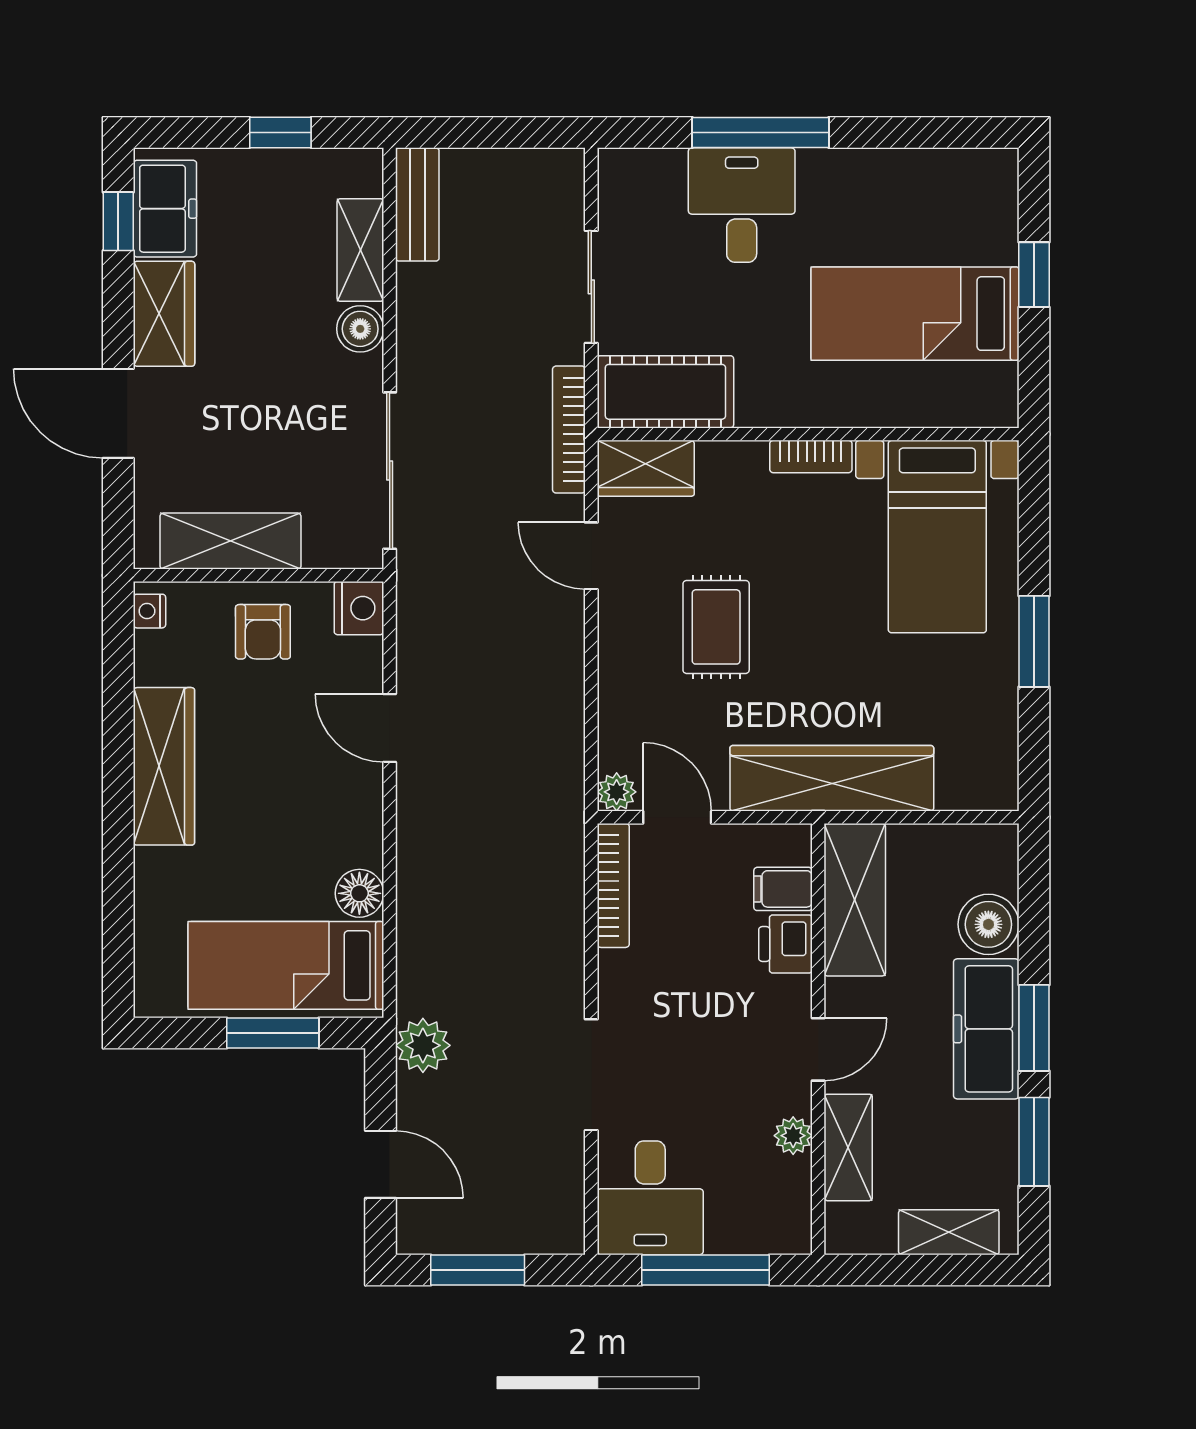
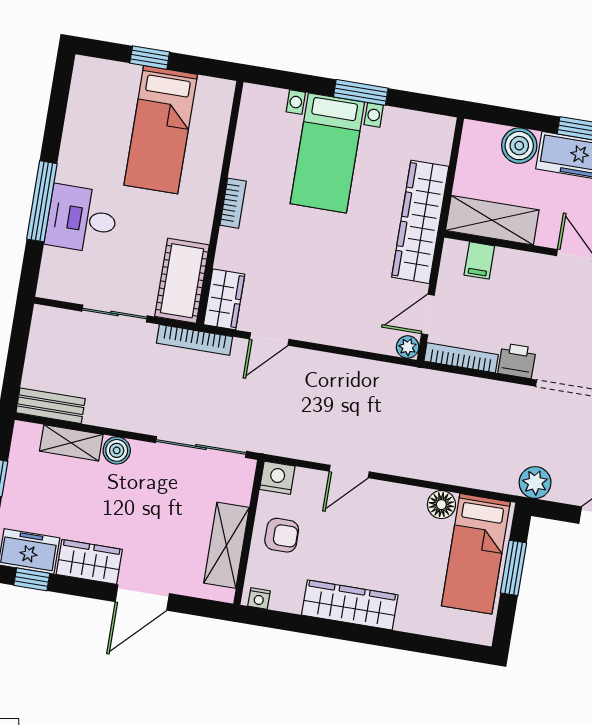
bed with nightstands: (937, 537) -> (327, 153), moved, turned 90
rug: (716, 627) -> (322, 274), removed
printer: (786, 944) -> (517, 361), moved, turned 180

